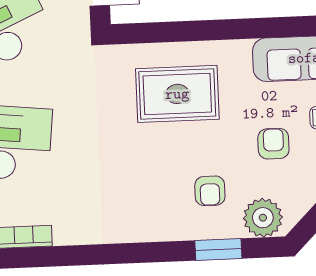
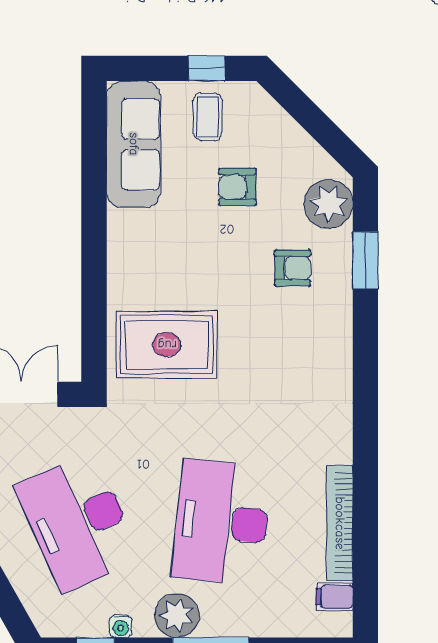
rug: (177, 94) -> (167, 345), moved, turned 90

